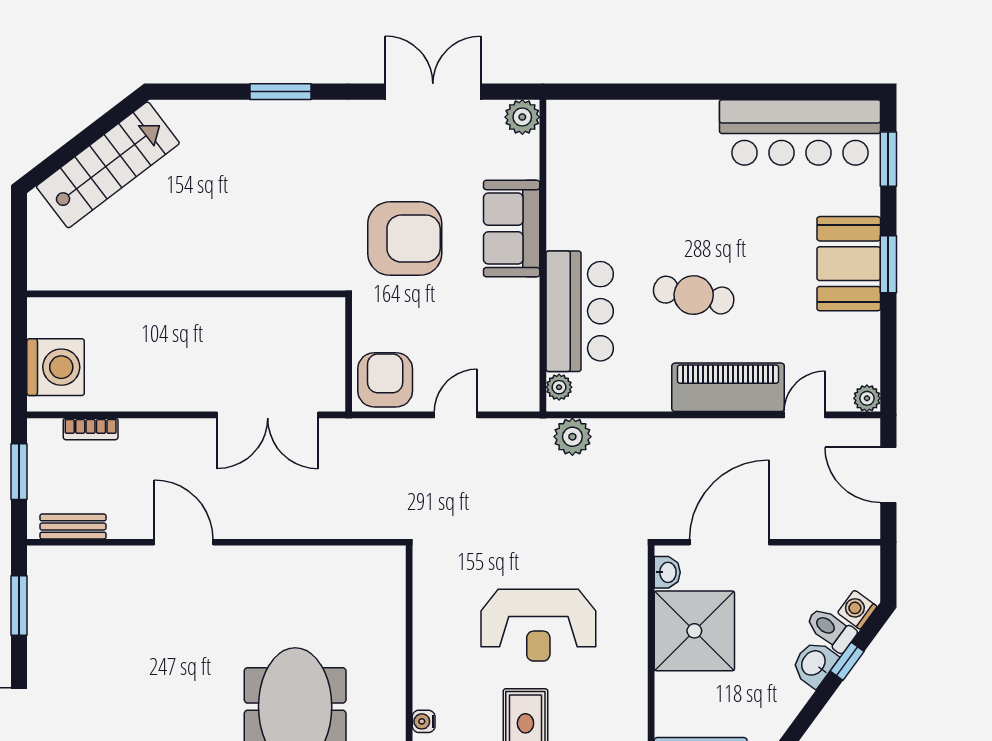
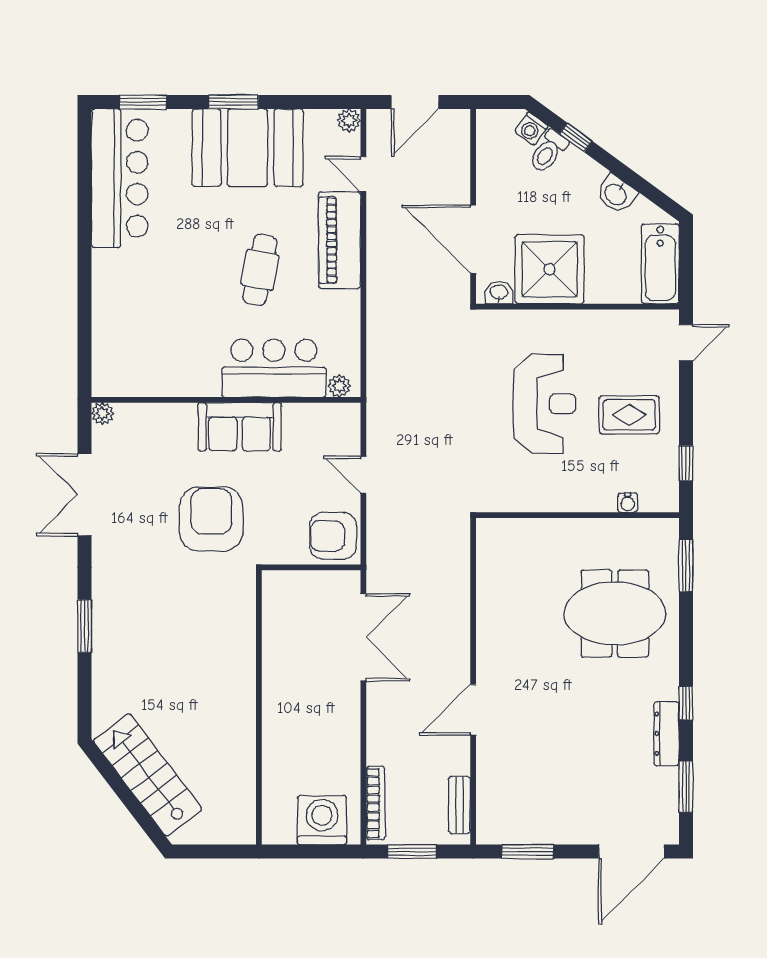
plant: (522, 117) -> (102, 414), width x0.73, depth x0.73
sofa: (512, 229) -> (240, 427), moved
booth: (849, 264) -> (248, 148), width x1.36, depth x1.42
bookcase: (91, 429) -> (375, 803), width x1.56
plant: (572, 437) -> (382, 374), removed
washbasin: (814, 664) -> (616, 194), moved

